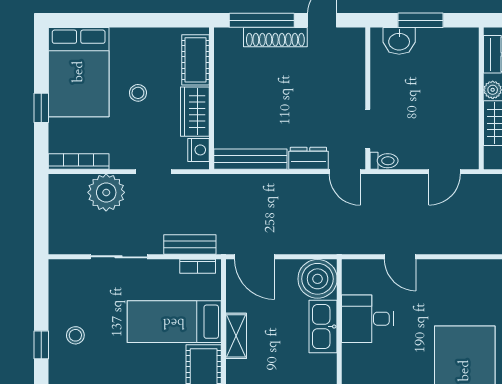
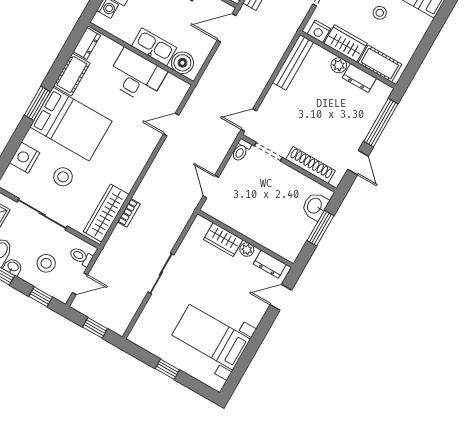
shoe rack: (275, 37) -> (310, 165), moved, turned 90
plant: (224, 105) -> (339, 65), added
dresser: (308, 158) -> (359, 78), moved, turned 90
boiler: (318, 279) -> (182, 63), width x0.73, depth x0.73
desk: (367, 319) -> (137, 76), width x1.37

